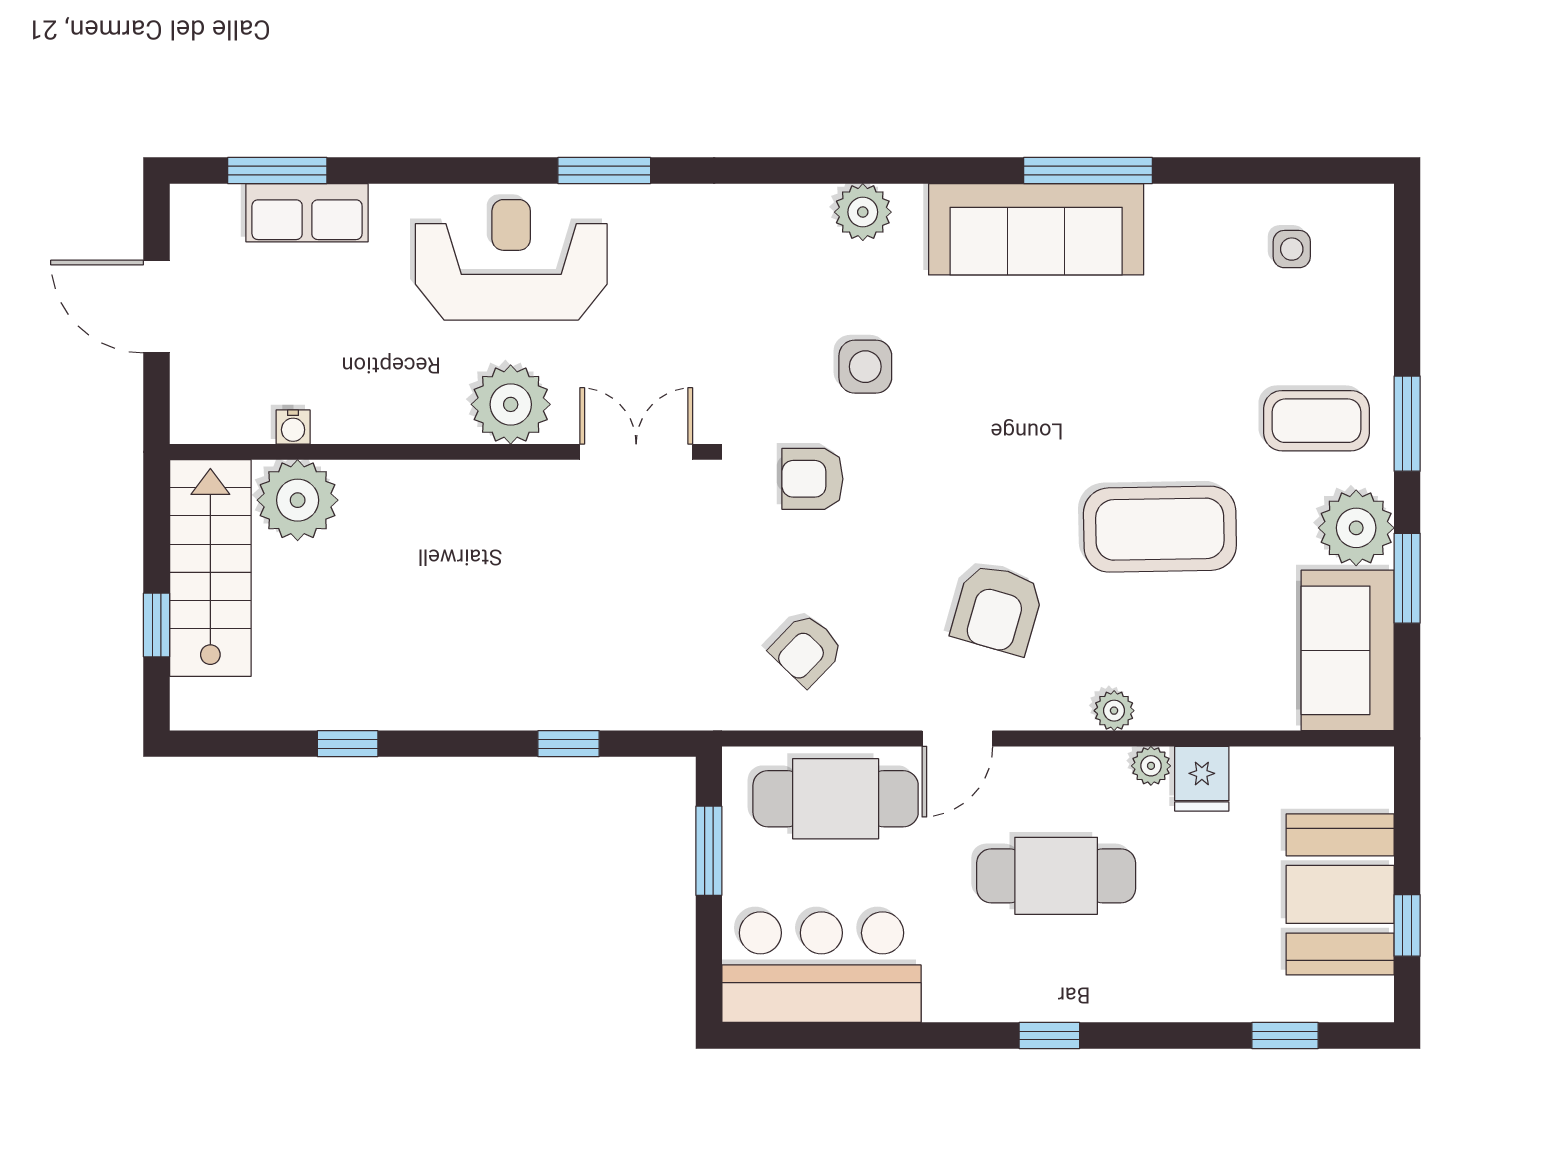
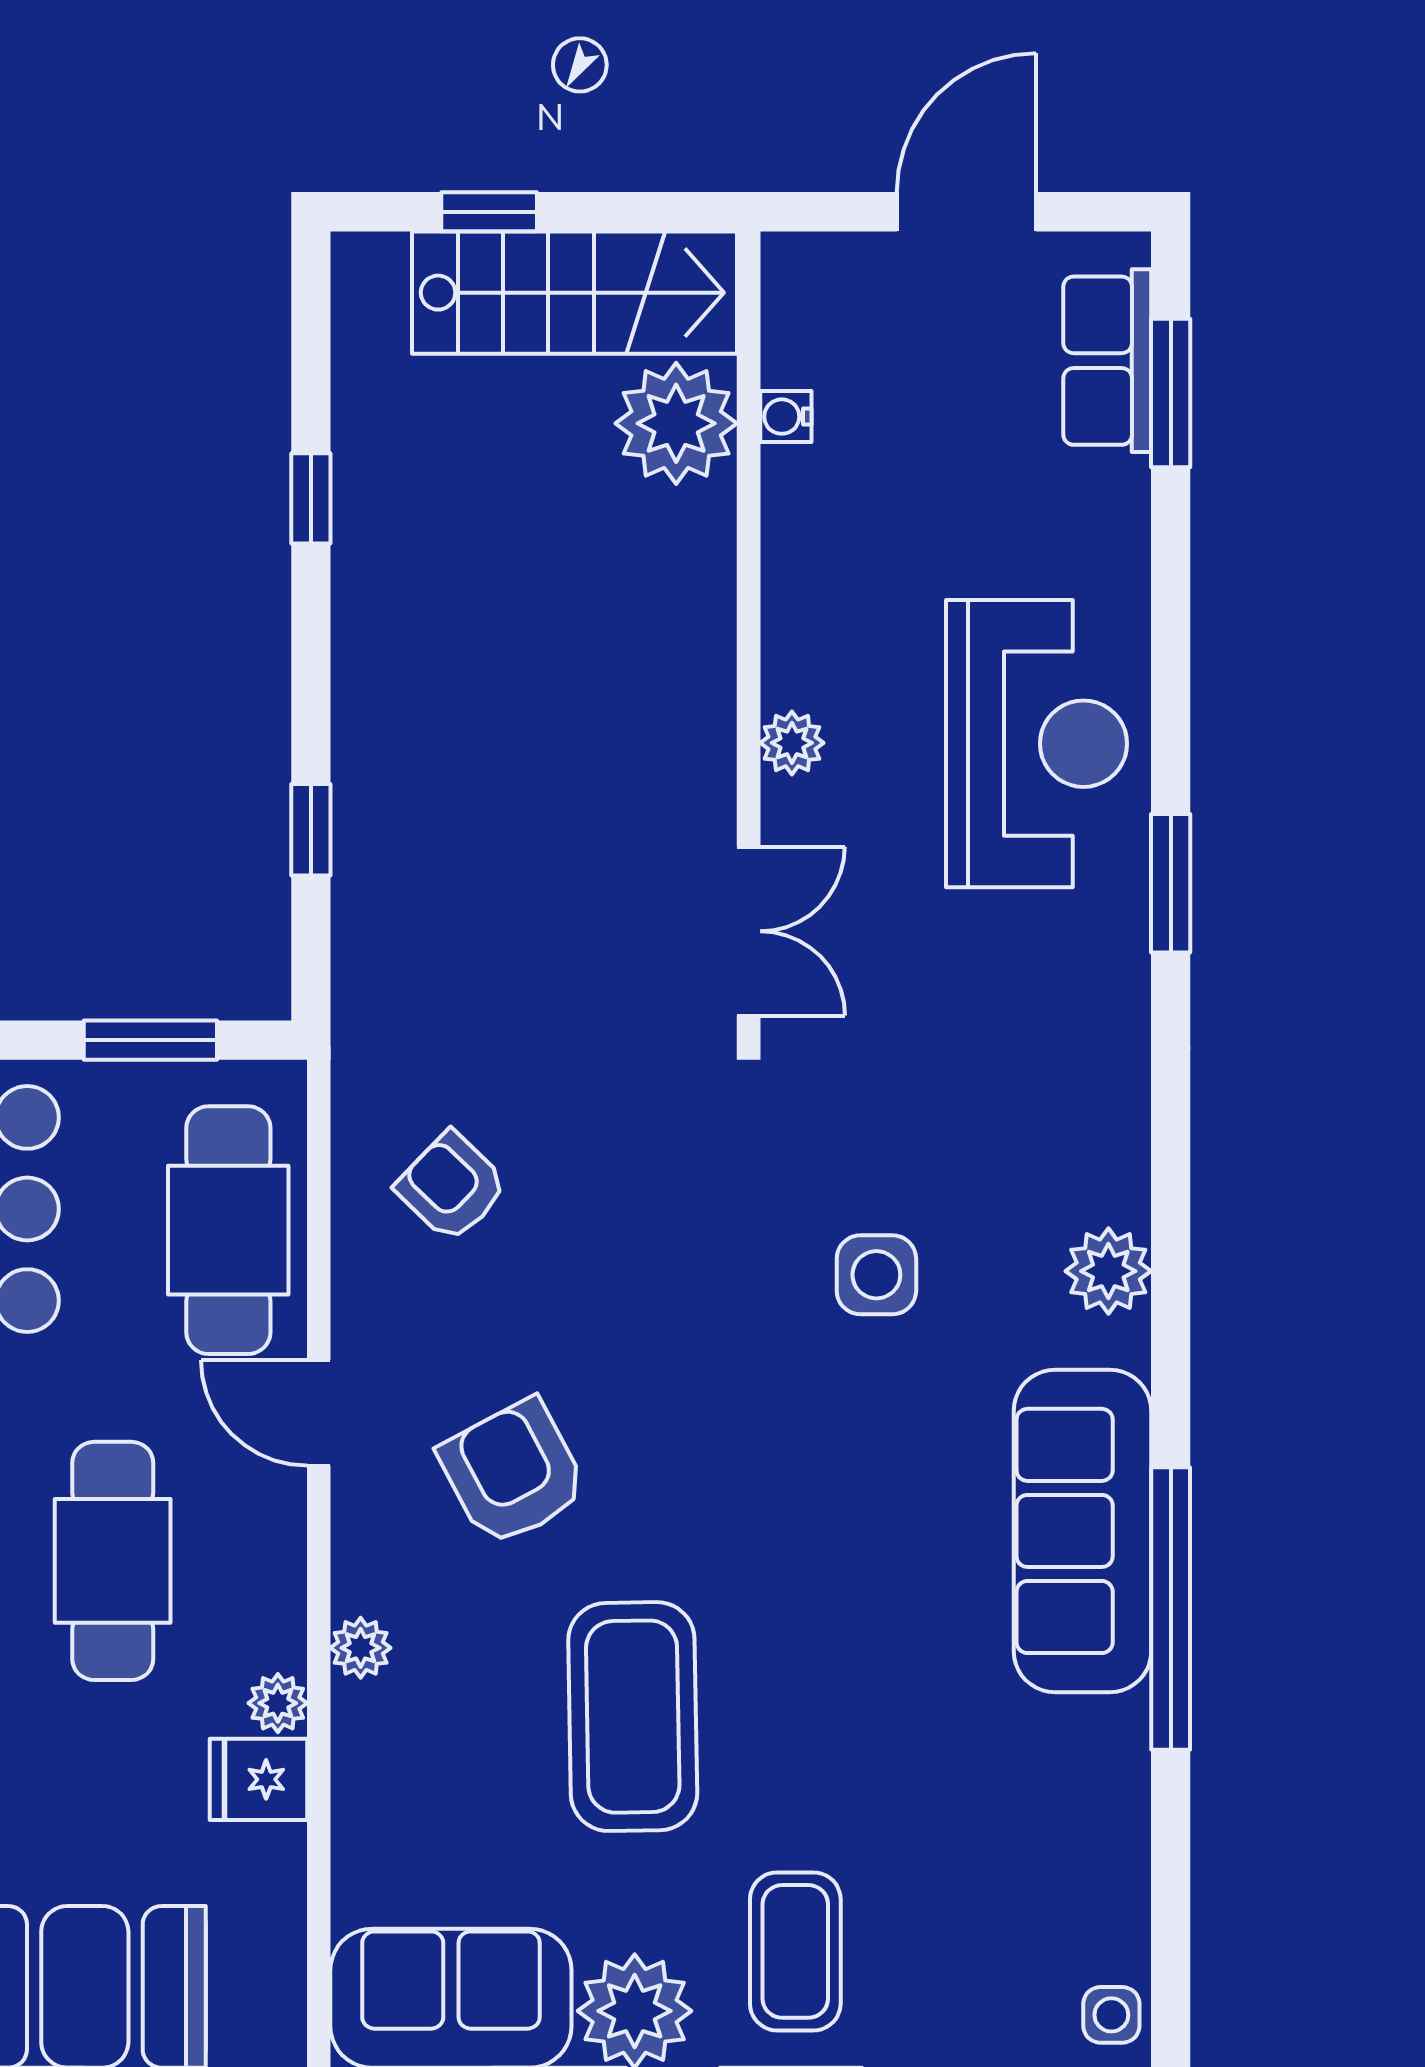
window: (1088, 170) -> (1171, 1609), width x1.46
row of seats: (307, 213) -> (1107, 361), moved
side table: (1292, 249) -> (1111, 2015), moved
plant: (511, 404) -> (792, 743), width x0.53, depth x0.53
armchair: (812, 479) -> (708, 1196), removed
armchair: (997, 609) -> (513, 1473), turned 46

